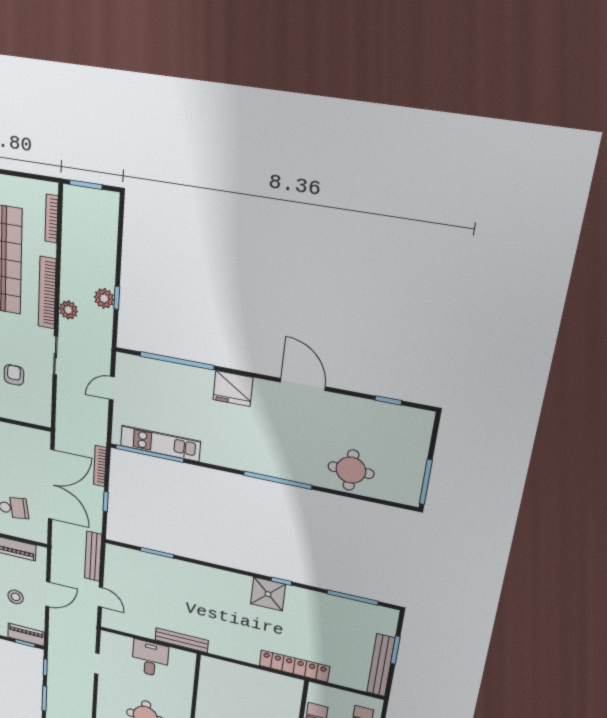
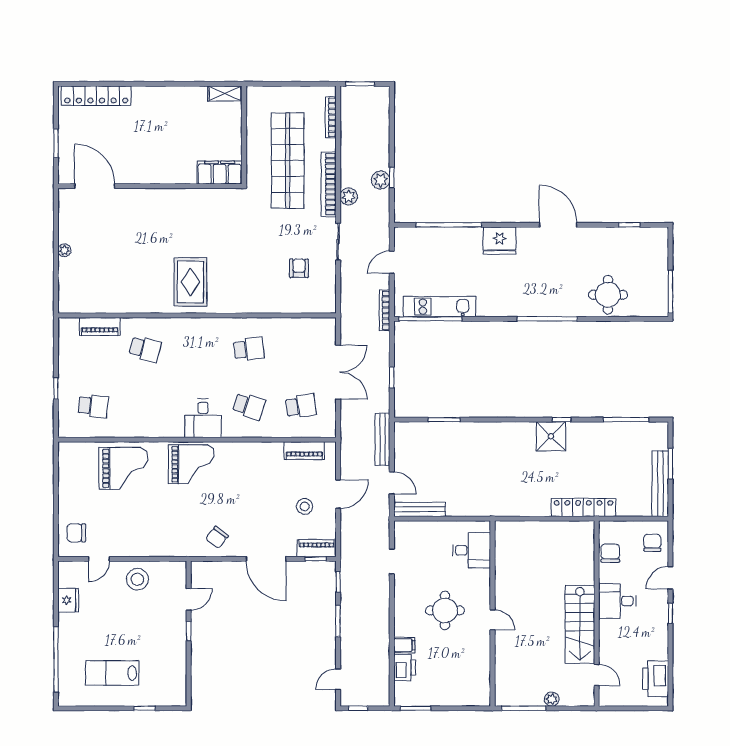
bookcase: (100, 466) -> (385, 310), moved
double door: (51, 485) -> (338, 372), width x0.73
bench: (182, 640) -> (420, 509), moved
desk: (150, 659) -> (472, 550), moved, turned 90

